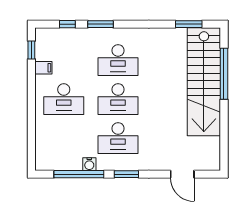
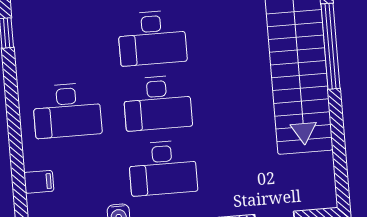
filing cabinet: (43, 68) -> (39, 182), moved

